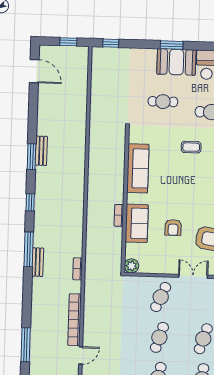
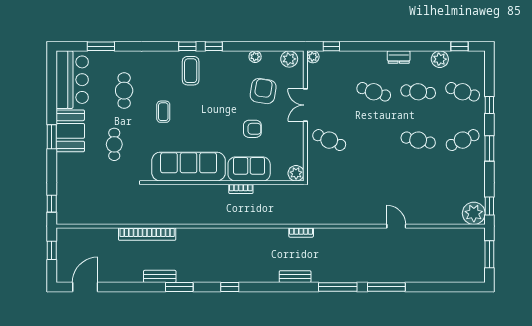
bench: (41, 151) -> (160, 276), moved
sofa: (138, 168) -> (189, 167), width x1.36, depth x1.27
window: (29, 249) -> (338, 287), moved
bookcase: (75, 320) -> (147, 234), moved
cafe table: (159, 337) -> (374, 140), removed

